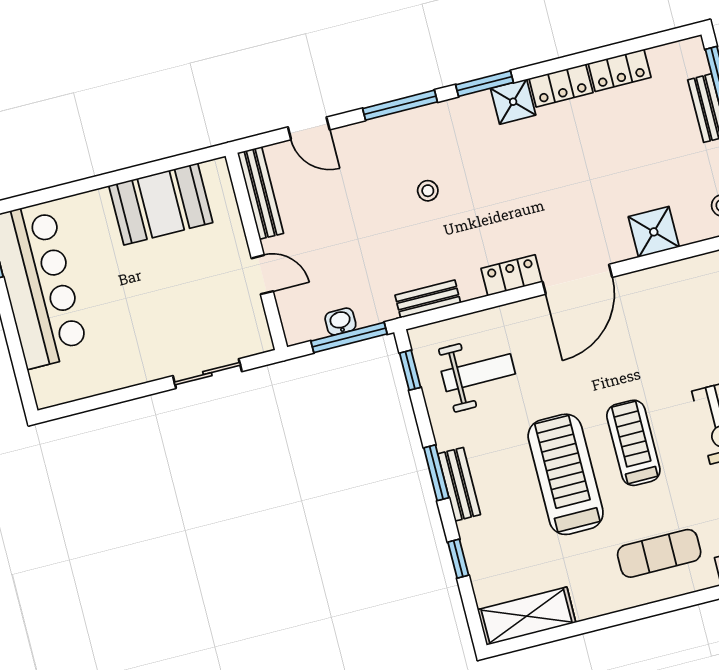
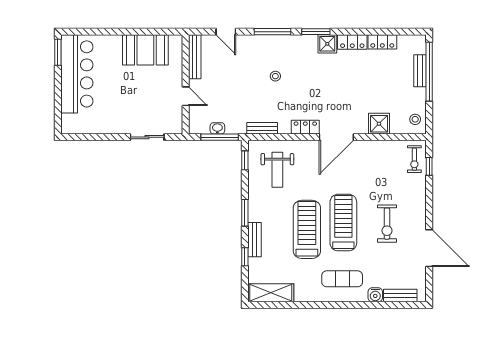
weight bench: (478, 373) -> (277, 170), turned 90
treadmill: (633, 443) -> (343, 223), width x1.37, depth x1.38
bench: (459, 484) -> (254, 240), moved

